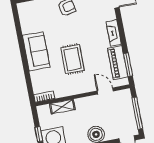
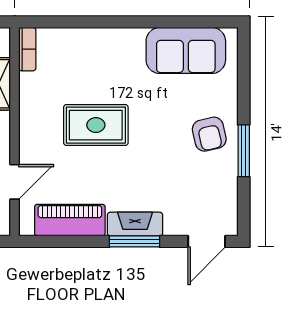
sofa: (36, 51) -> (186, 50), moved
window: (128, 65) -> (134, 241), moved

